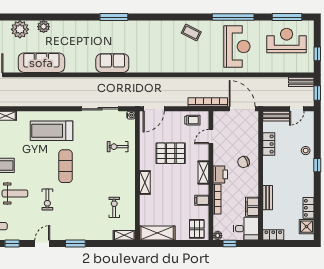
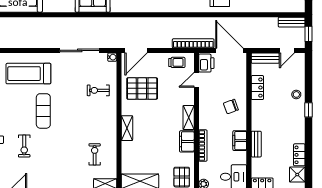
pallet: (171, 153) -> (142, 88), moved
printer: (220, 174) -> (206, 63), moved
filing cabinet: (202, 200) -> (187, 141), width x2.00
filing cabinet: (252, 207) -> (240, 141), moved

